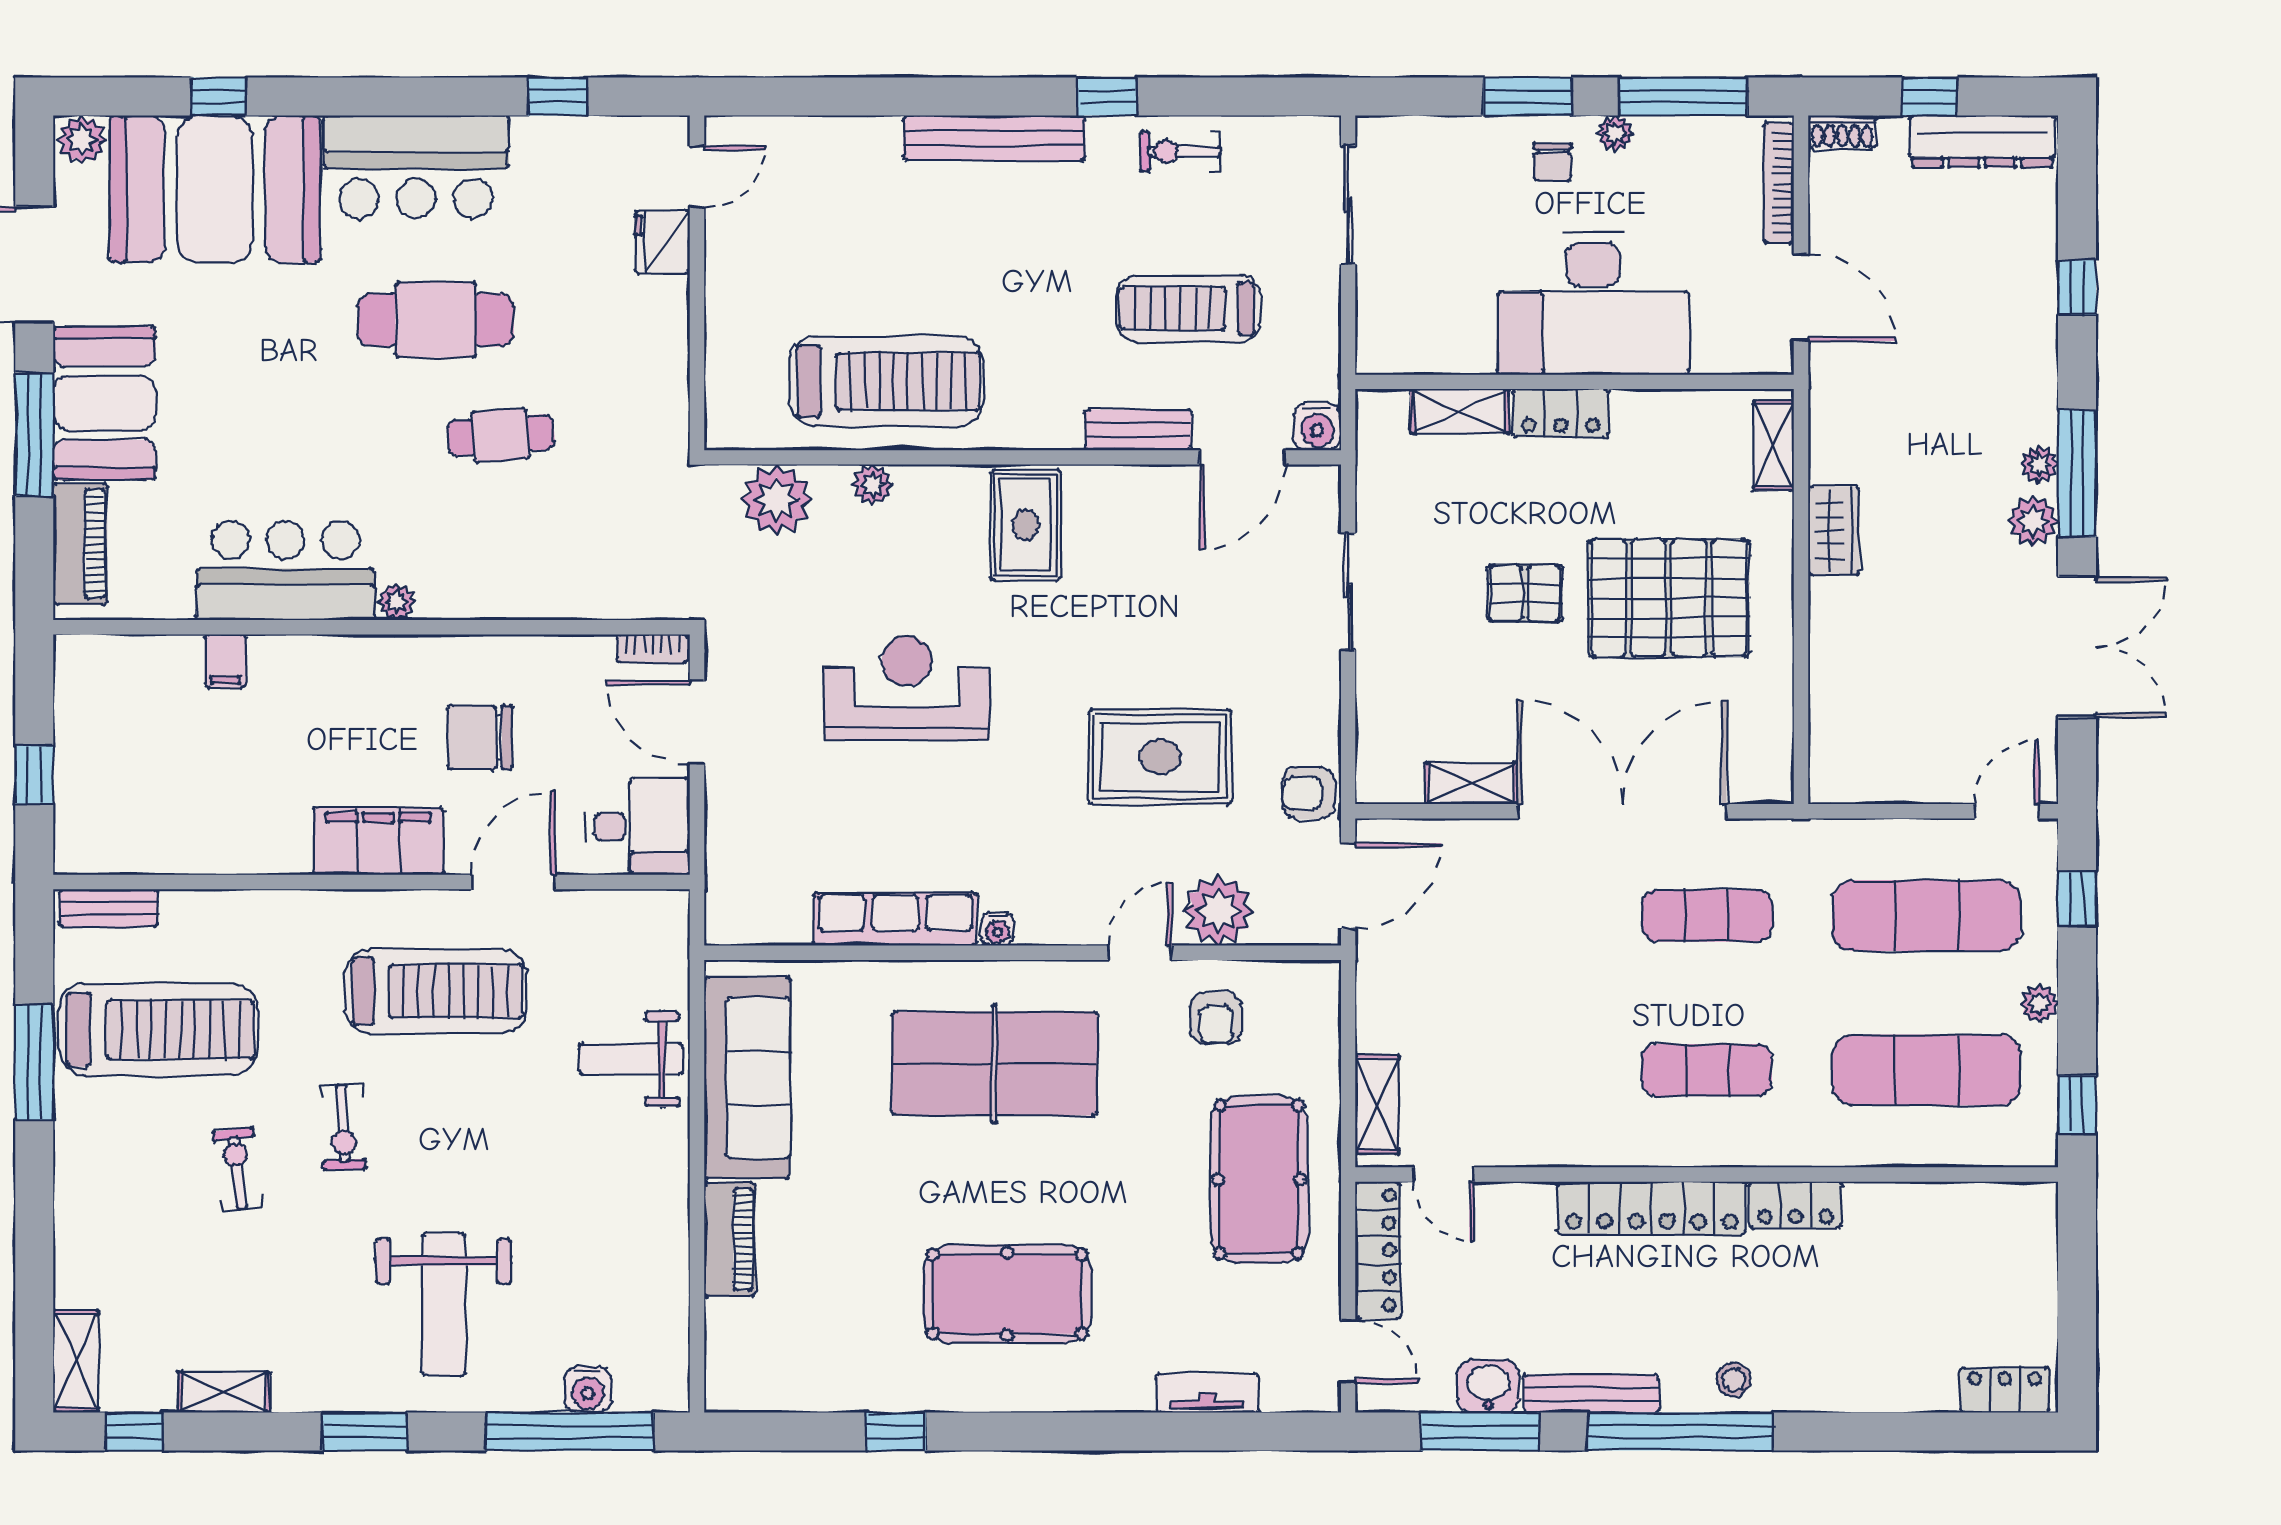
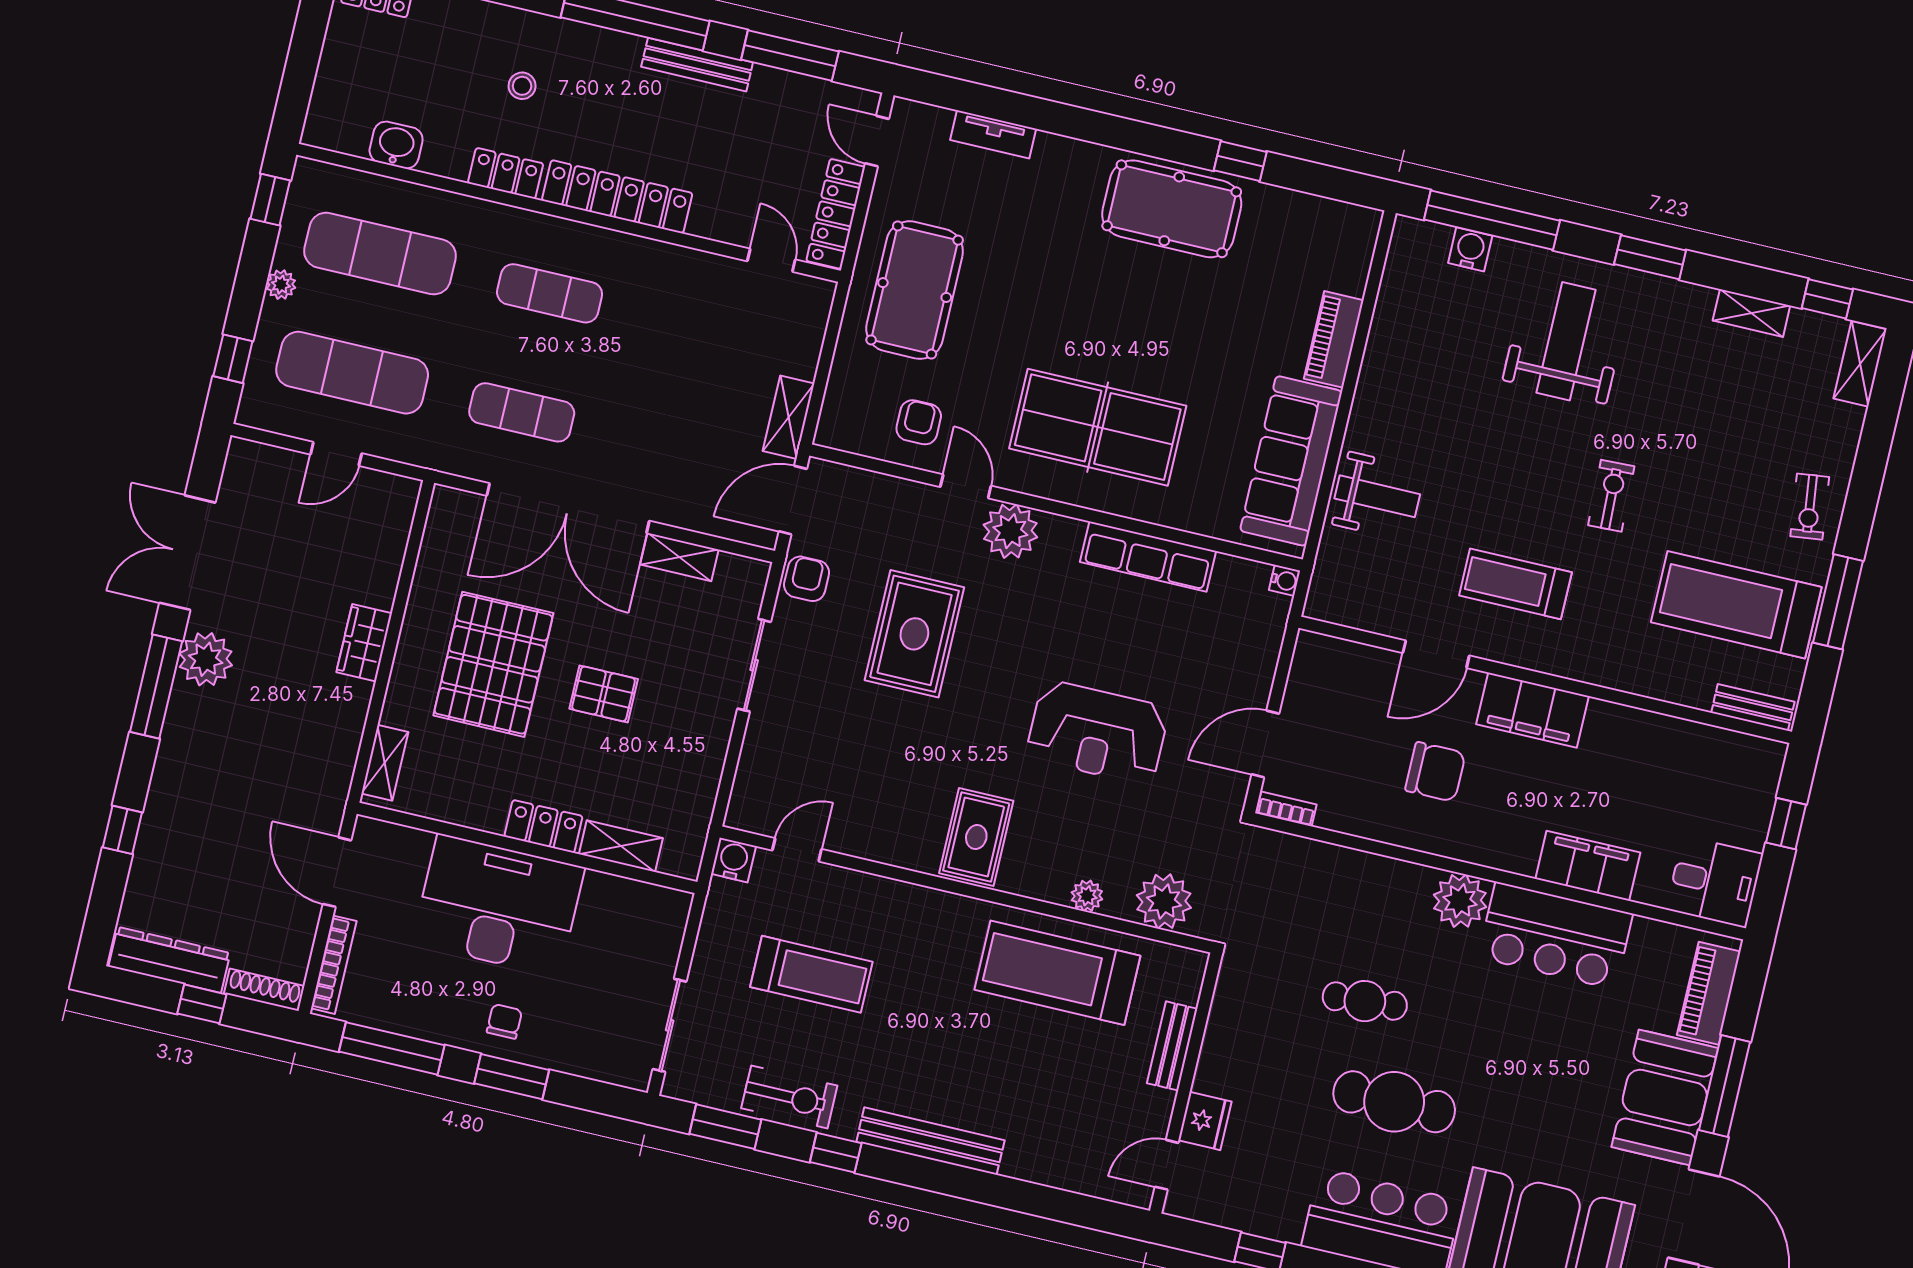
window: (1250, 96) -> (725, 1127), added
shoe rack: (1842, 132) -> (264, 990), width x1.43
plant: (1615, 133) -> (451, 1032), removed
exercise bike: (1180, 151) -> (789, 1097), width x1.38, depth x1.39
bench: (1138, 430) -> (1172, 1046), moved, turned 90
door: (1242, 457) -> (797, 850), width x0.73
plant: (2039, 464) -> (183, 700), removed
plant: (2033, 521) -> (206, 659), width x1.36, depth x1.36
wardrobe: (1834, 531) -> (364, 643), moved
sliding door: (1348, 591) -> (754, 665), moved
pallet: (1669, 598) -> (493, 664), turned 90
plant: (397, 602) -> (1460, 901), width x1.87, depth x1.87
filing cabinet: (225, 661) -> (1588, 866), width x3.00, depth x1.17
door: (697, 722) -> (1265, 744), swing flipped
rug: (1160, 757) -> (914, 634), turned 90
armchair: (1309, 793) -> (807, 579), turned -90
door: (2007, 811) -> (336, 454), moved
desk: (638, 827) -> (1715, 882), moved, turned 180
plant: (1218, 911) -> (1010, 531), moved
water cooler: (998, 929) -> (1285, 580), moved, turned 90
door: (1140, 953) -> (966, 486), swing flipped
treadmill: (436, 991) -> (1515, 584), width x0.73, depth x0.73
shelving: (1377, 1105) -> (788, 417), moved
exercise bike: (237, 1169) -> (1810, 507), moved
pool table: (1007, 1294) -> (1172, 209), moved
stool: (1734, 1380) -> (522, 86), moved
washbasin: (1488, 1386) -> (396, 145), moved, turned 180

